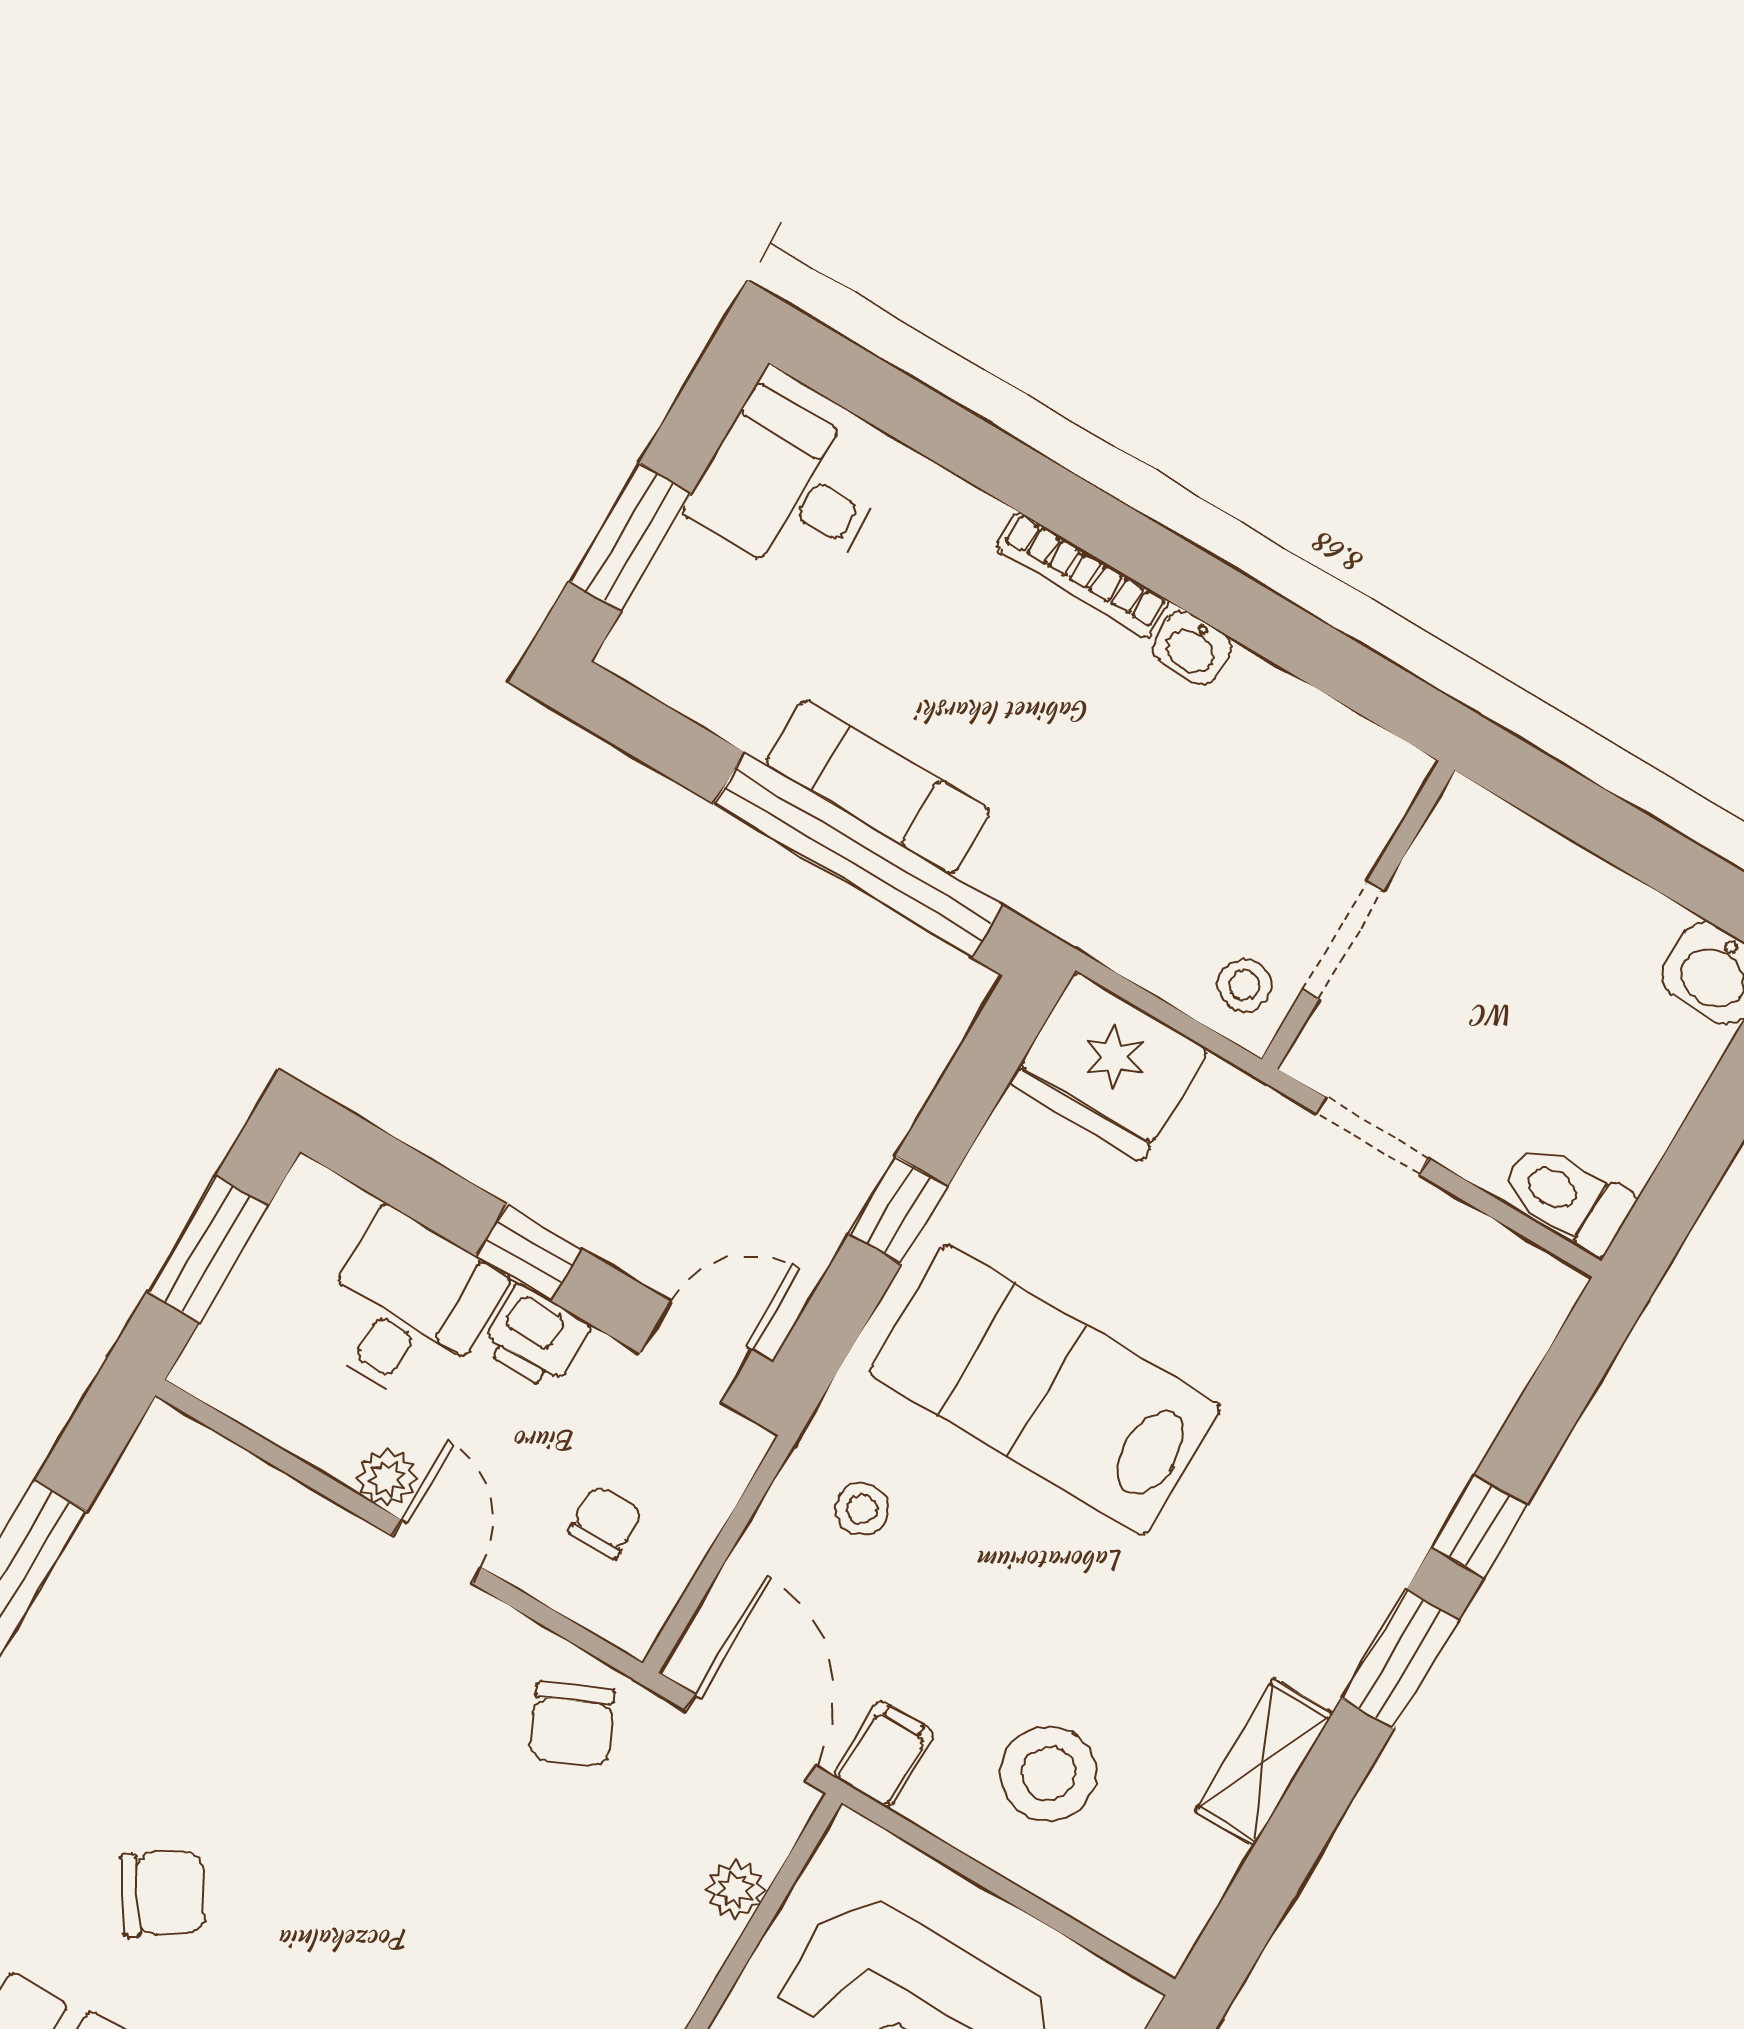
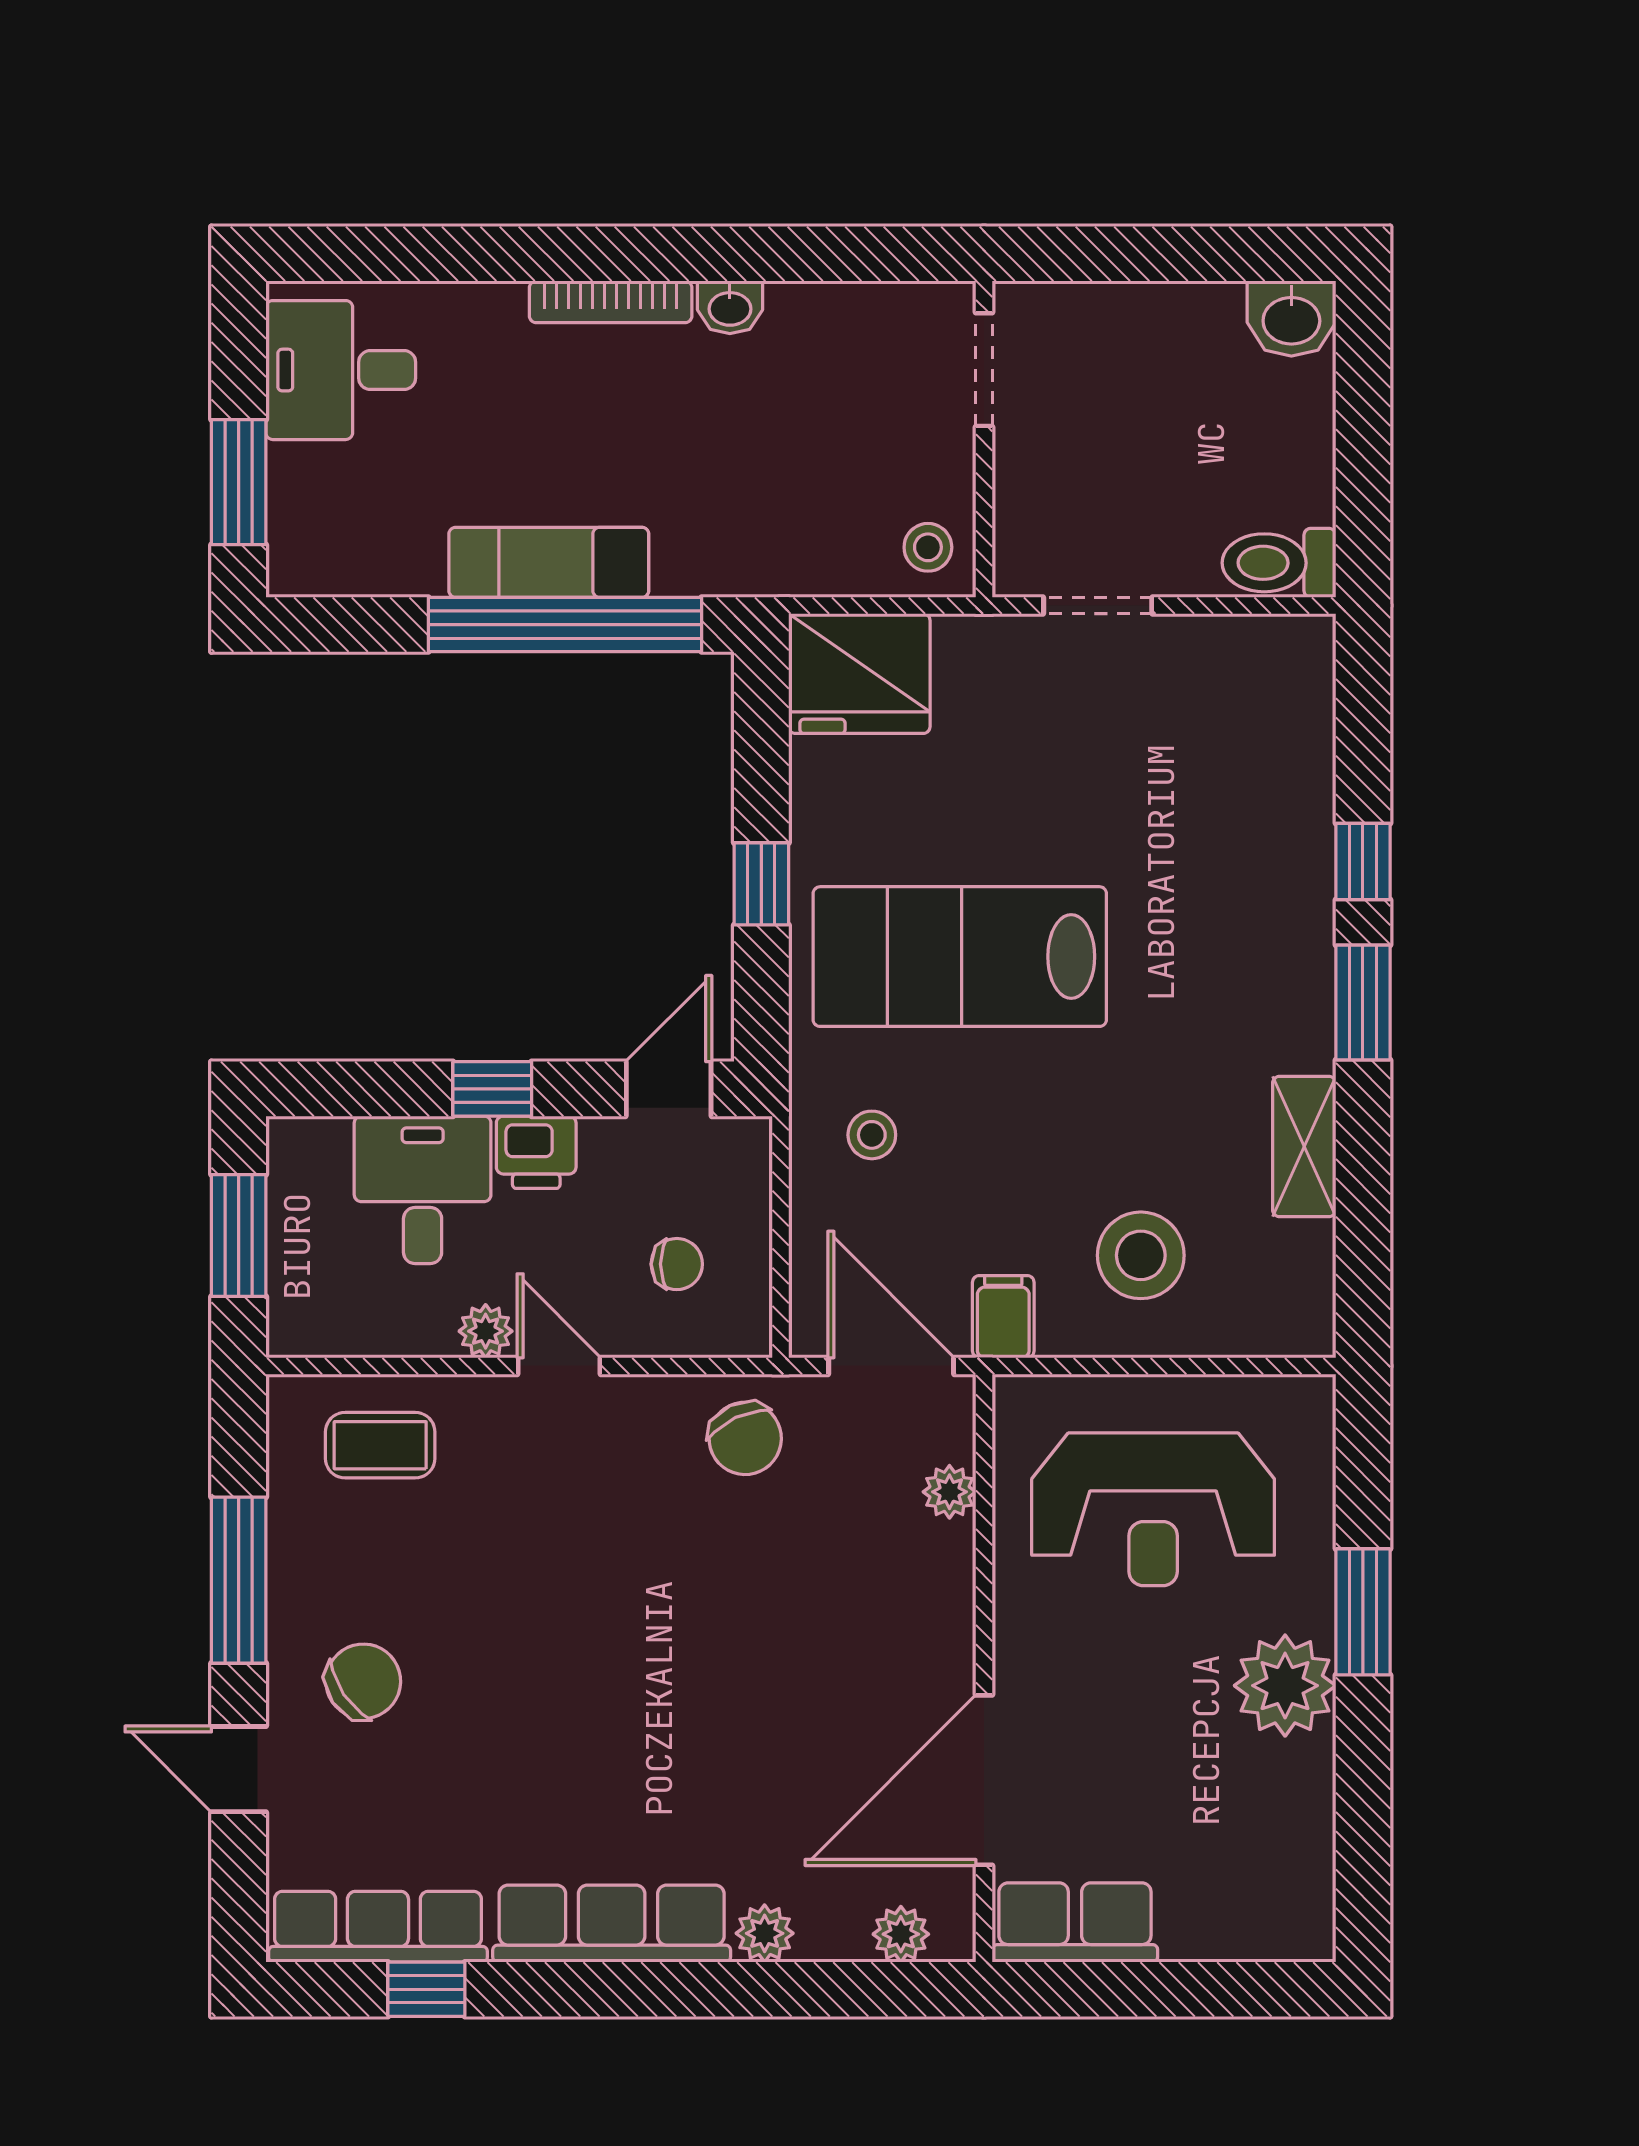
doorway: (1343, 940) -> (984, 370), moved
chair: (605, 1522) -> (677, 1264), turned 90
coffee table: (223, 1526) -> (380, 1445), added
chair: (163, 1894) -> (363, 1681), moved

